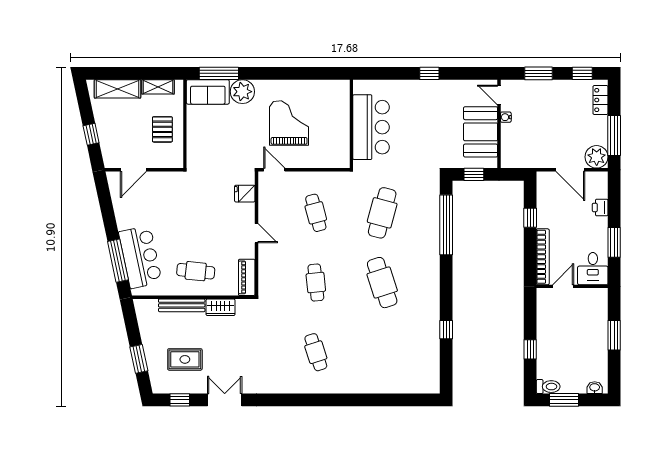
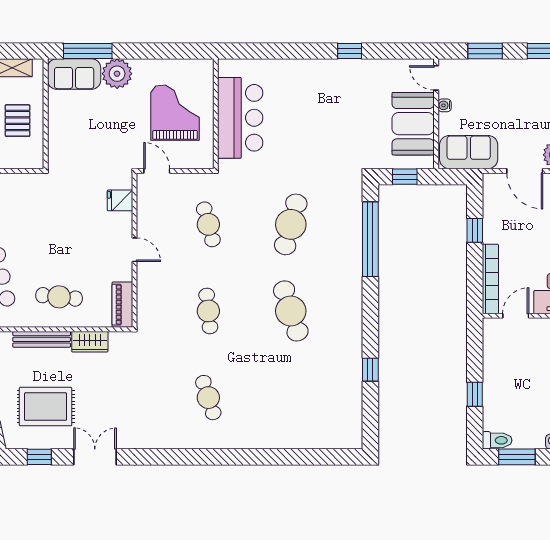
wall: (351, 124) -> (216, 114), moved
bar counter: (371, 127) -> (240, 118), moved
sofa: (525, 155) -> (469, 152), added
rug: (185, 359) -> (46, 407), width x1.36, depth x1.43

